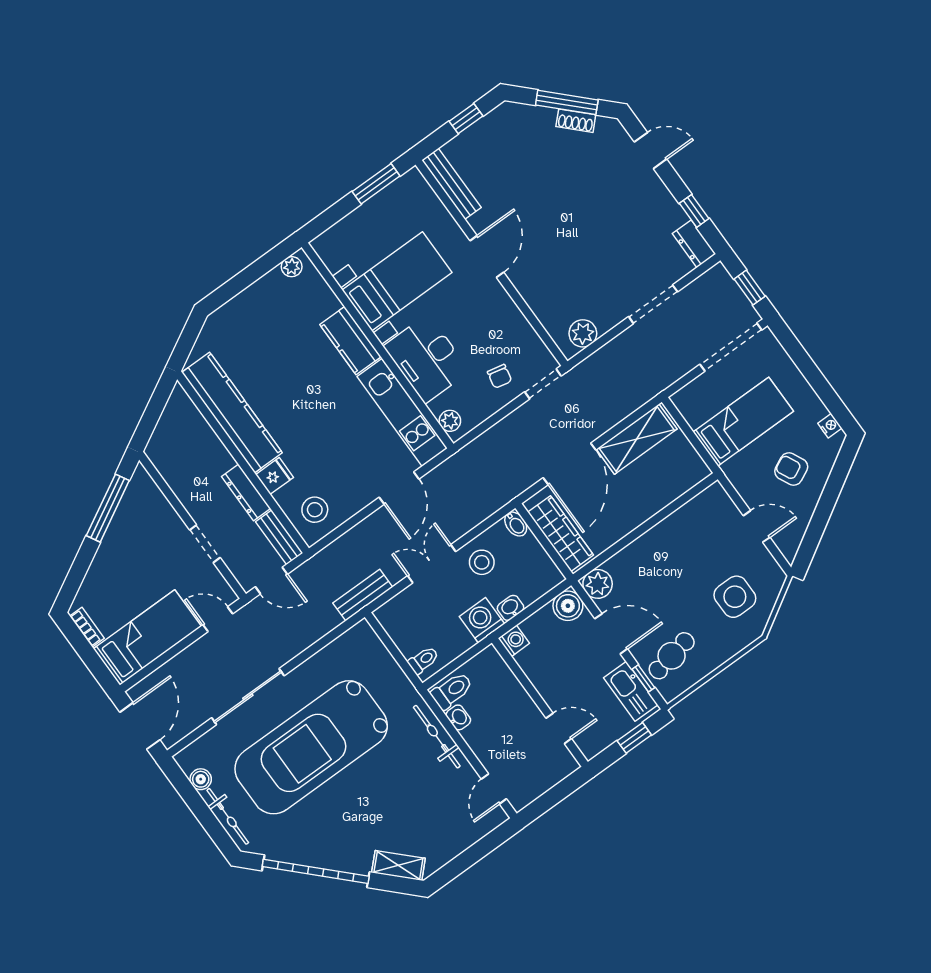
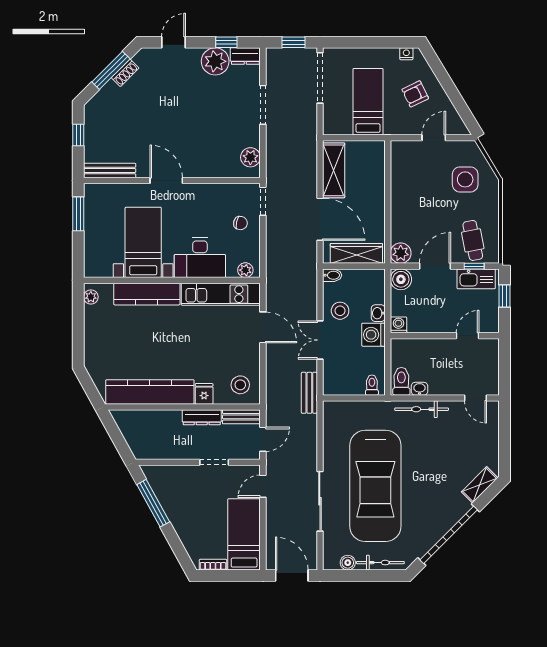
plant: (663, 214) -> (215, 61), added
kitchen counter: (350, 341) -> (147, 294), width x1.50

